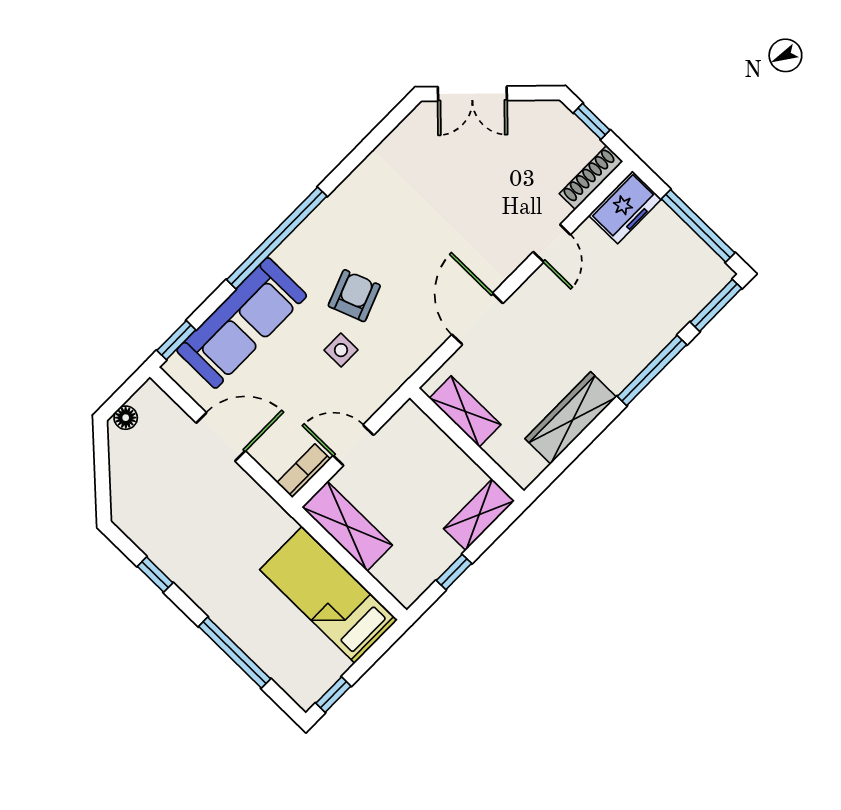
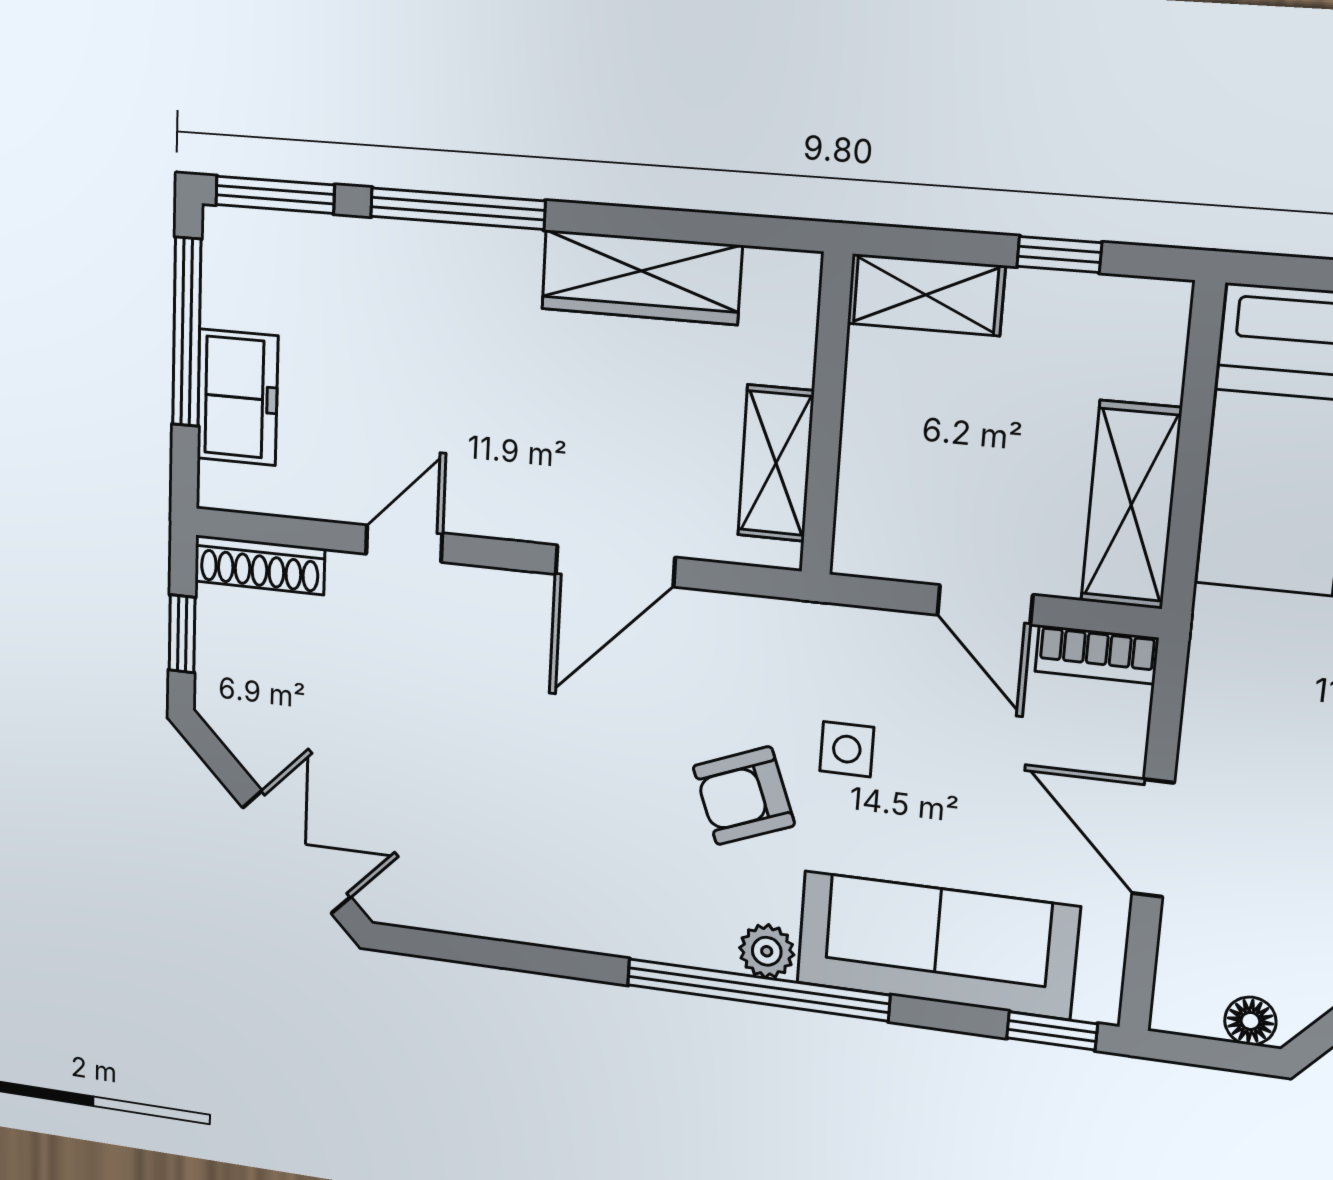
freezer: (625, 207) -> (237, 397), moved, turned 90
plant: (289, 254) -> (767, 951), added

